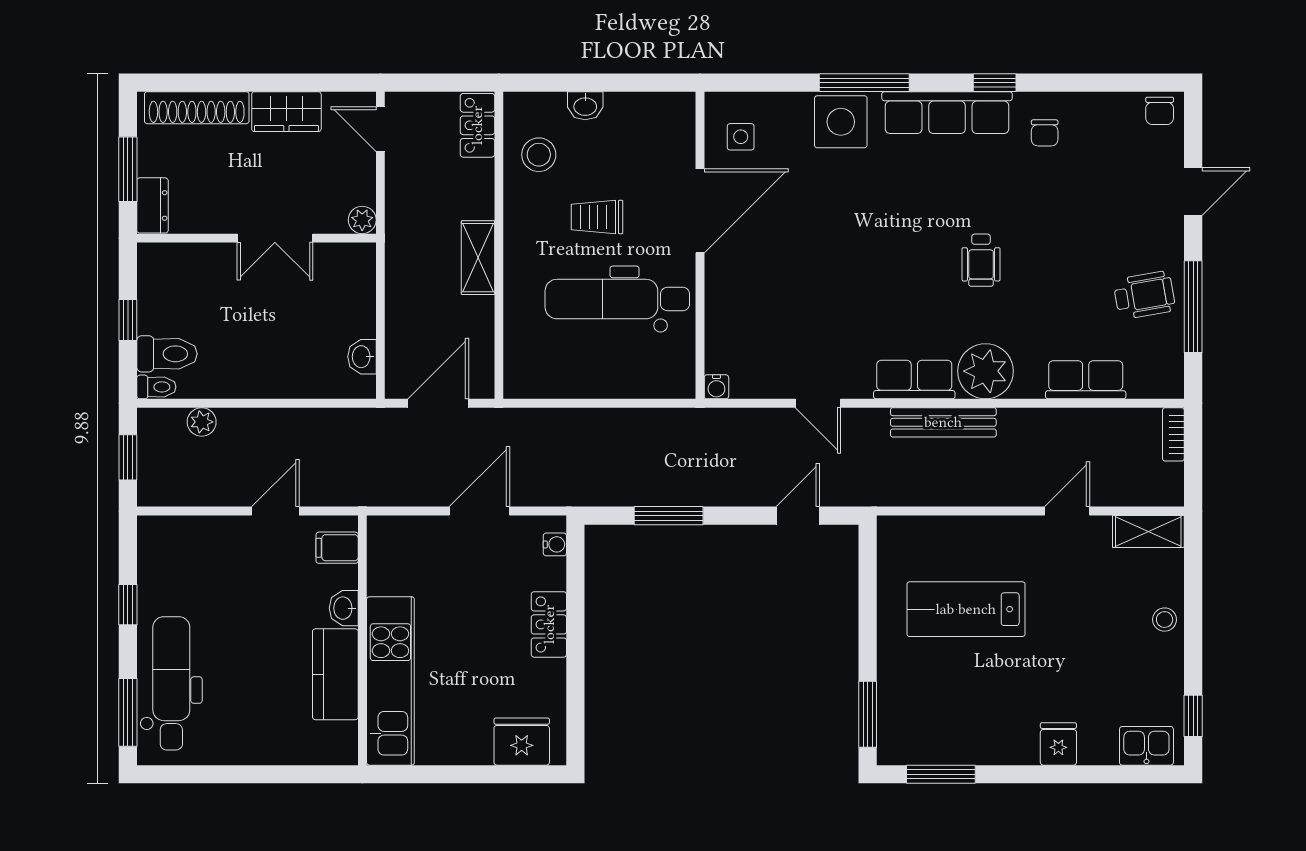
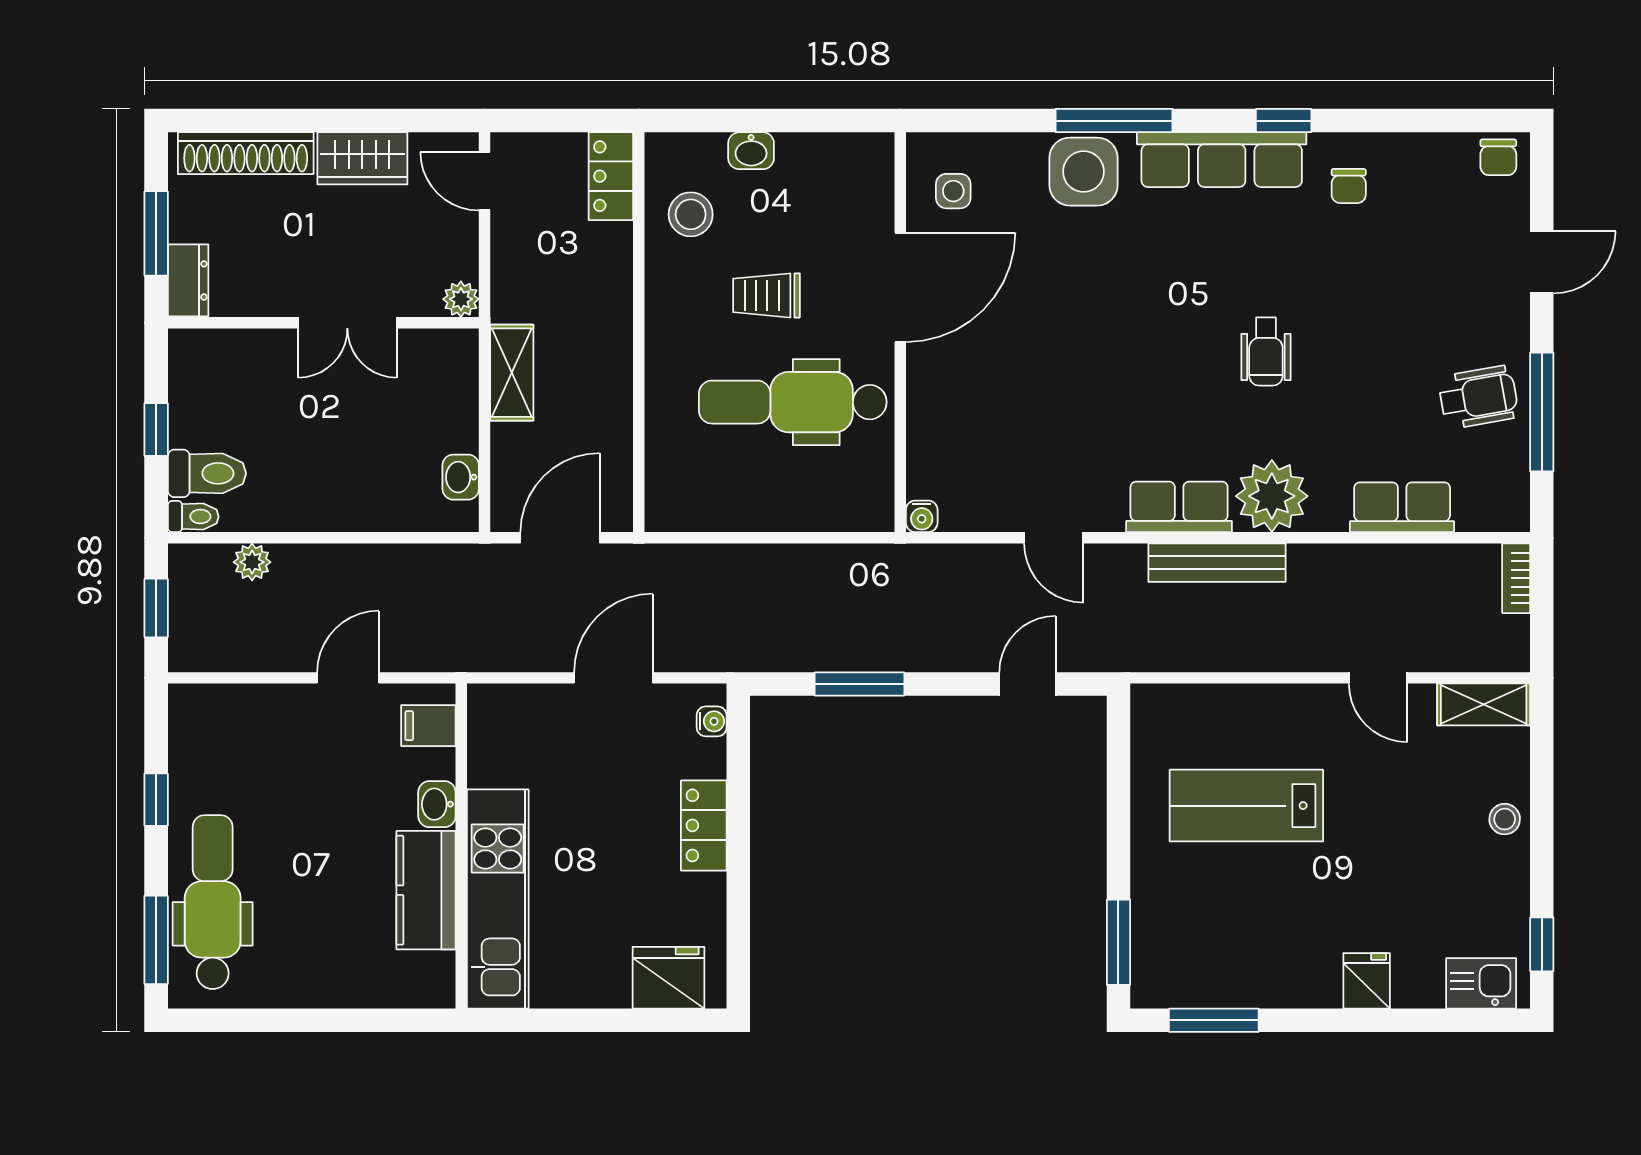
shelving: (478, 258) -> (512, 373), moved
door: (1067, 511) -> (1378, 678), swing flipped

